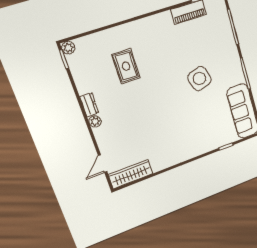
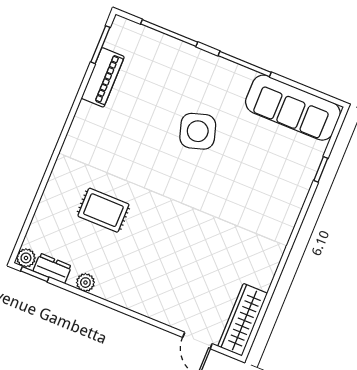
dresser: (89, 105) -> (52, 268), moved
plant: (95, 122) -> (85, 283), moved

